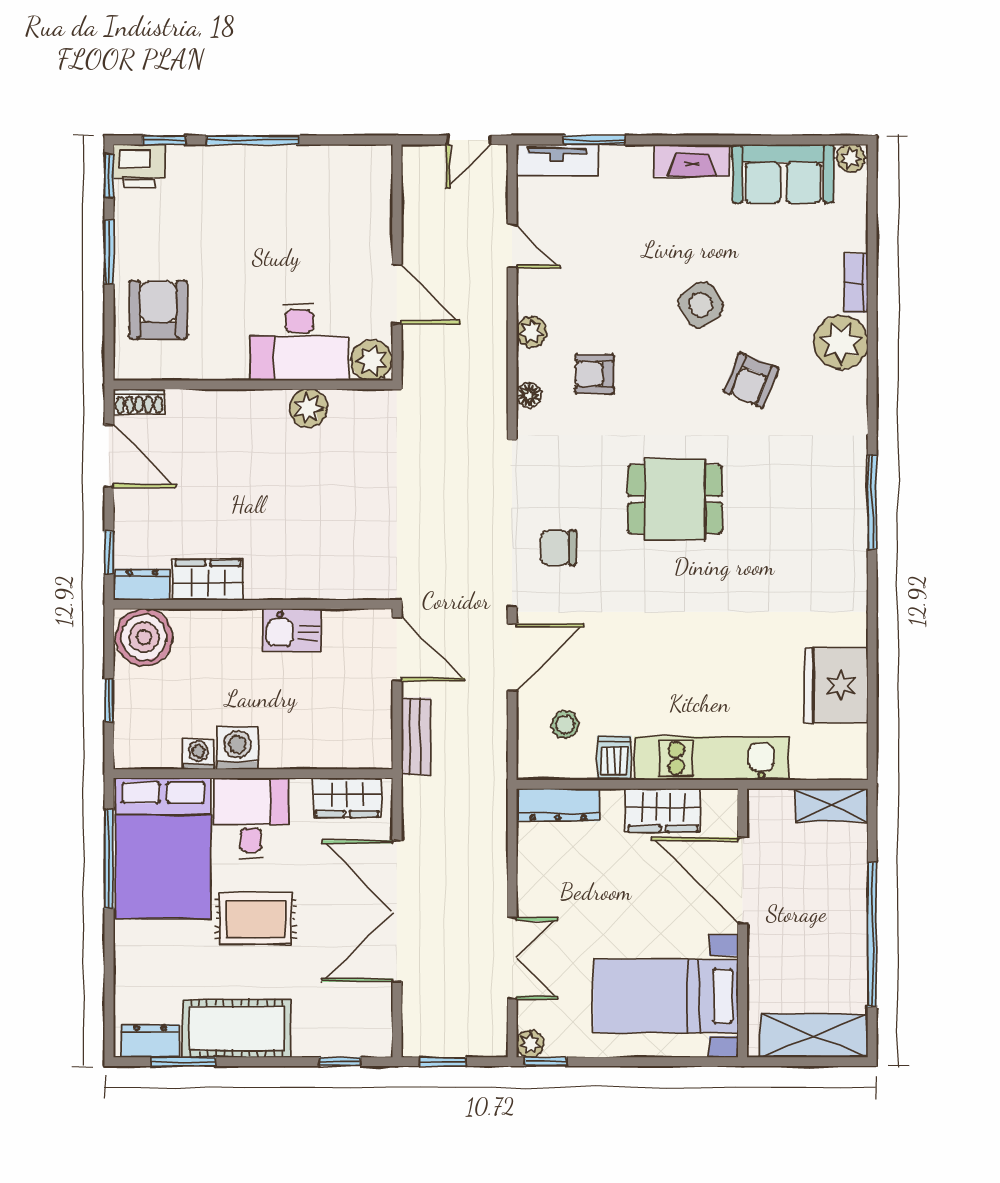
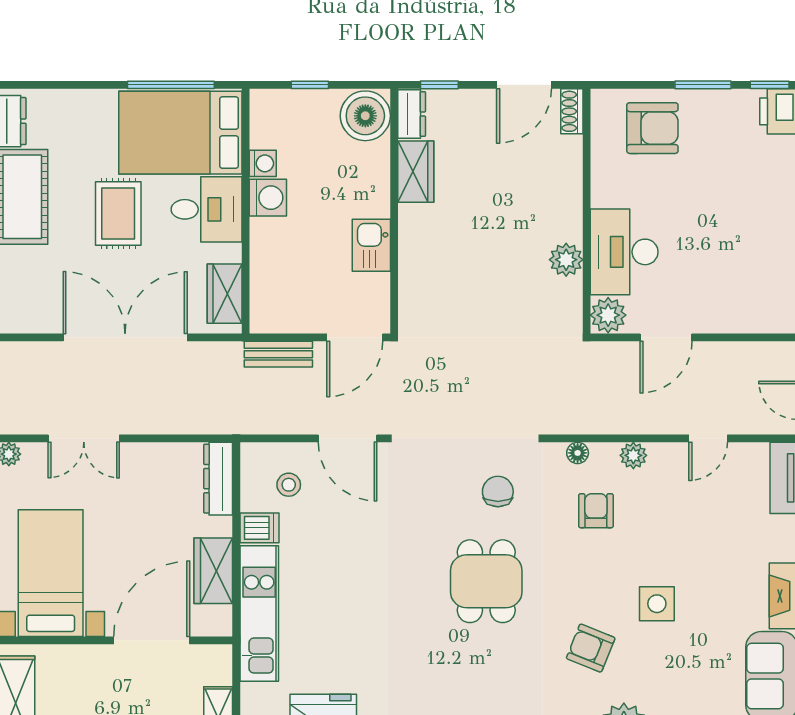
side table: (701, 305) -> (657, 604), turned 33
chair: (558, 548) -> (498, 492), moved

